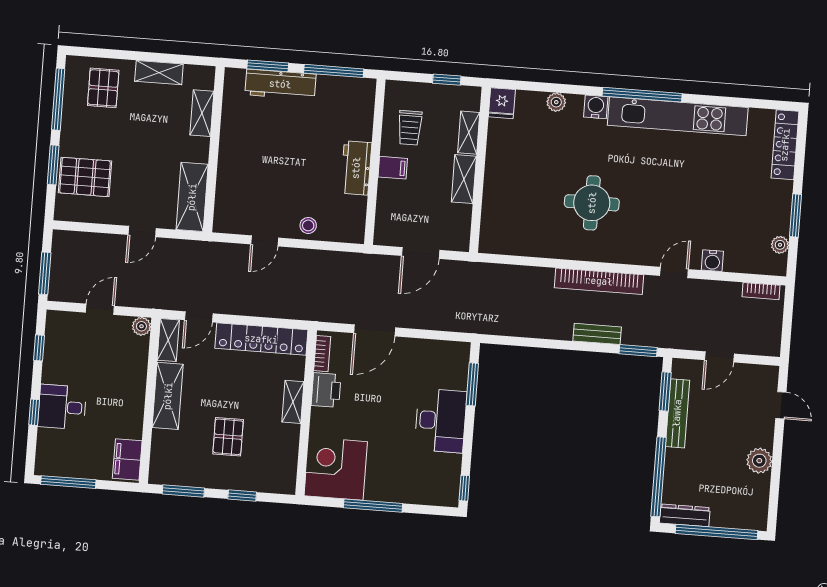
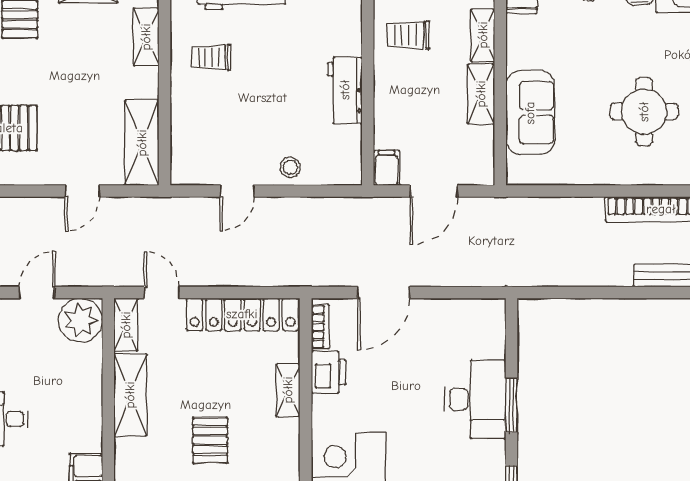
trolley: (410, 128) -> (408, 35), turned 90
trolley: (252, 133) -> (211, 57), added
filing cabinet: (393, 168) -> (386, 168), moved, turned -90
sofa: (502, 197) -> (530, 113), added
door: (199, 317) -> (162, 293), swing flipped
plant: (141, 326) -> (81, 320), width x1.88, depth x1.88
window: (472, 384) -> (512, 405), moved

